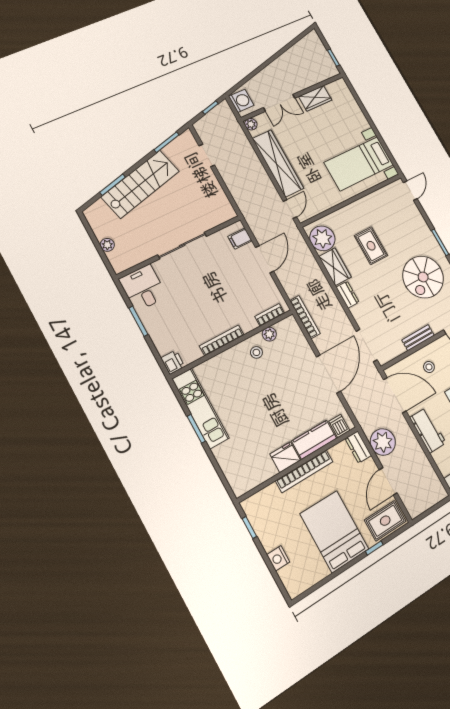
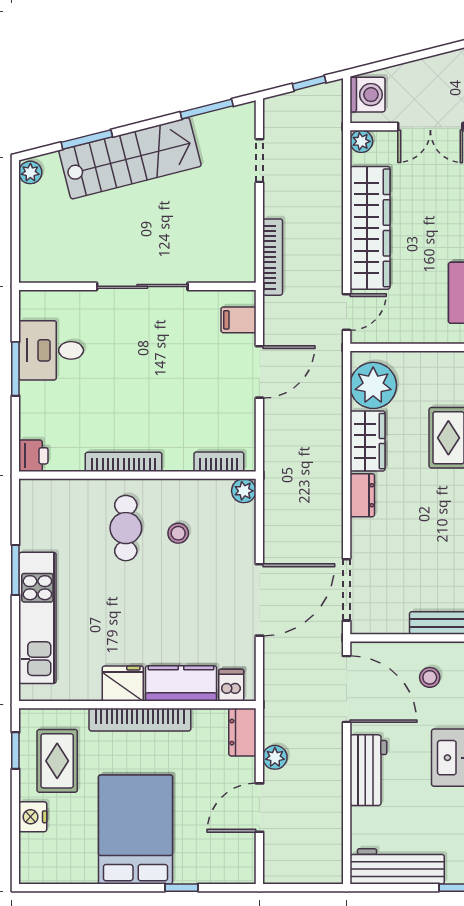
plant: (107, 245) -> (30, 172), moved
desk: (143, 288) -> (51, 350), moved, turned -90
bookcase: (305, 317) -> (273, 257), moved
plant: (269, 334) -> (244, 491), moved
stool: (256, 352) -> (178, 533), moved
cafe table: (242, 374) -> (126, 528), added
kitchen unit: (200, 408) -> (37, 618), moved
plant: (383, 442) -> (275, 757), width x0.53, depth x0.53
rug: (385, 521) -> (57, 761), moved, turned 90

